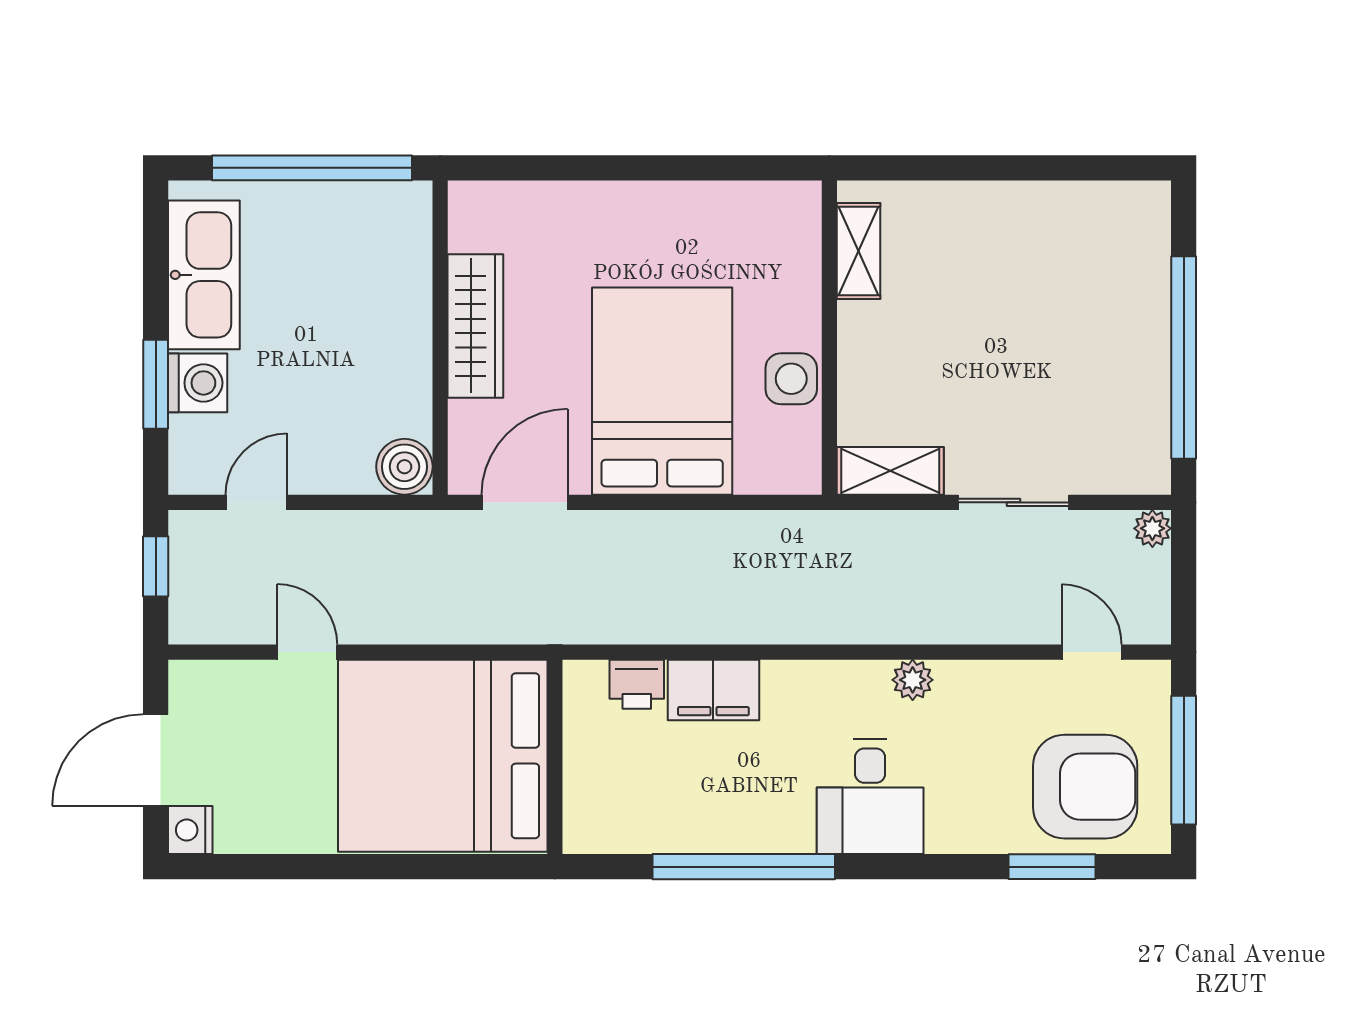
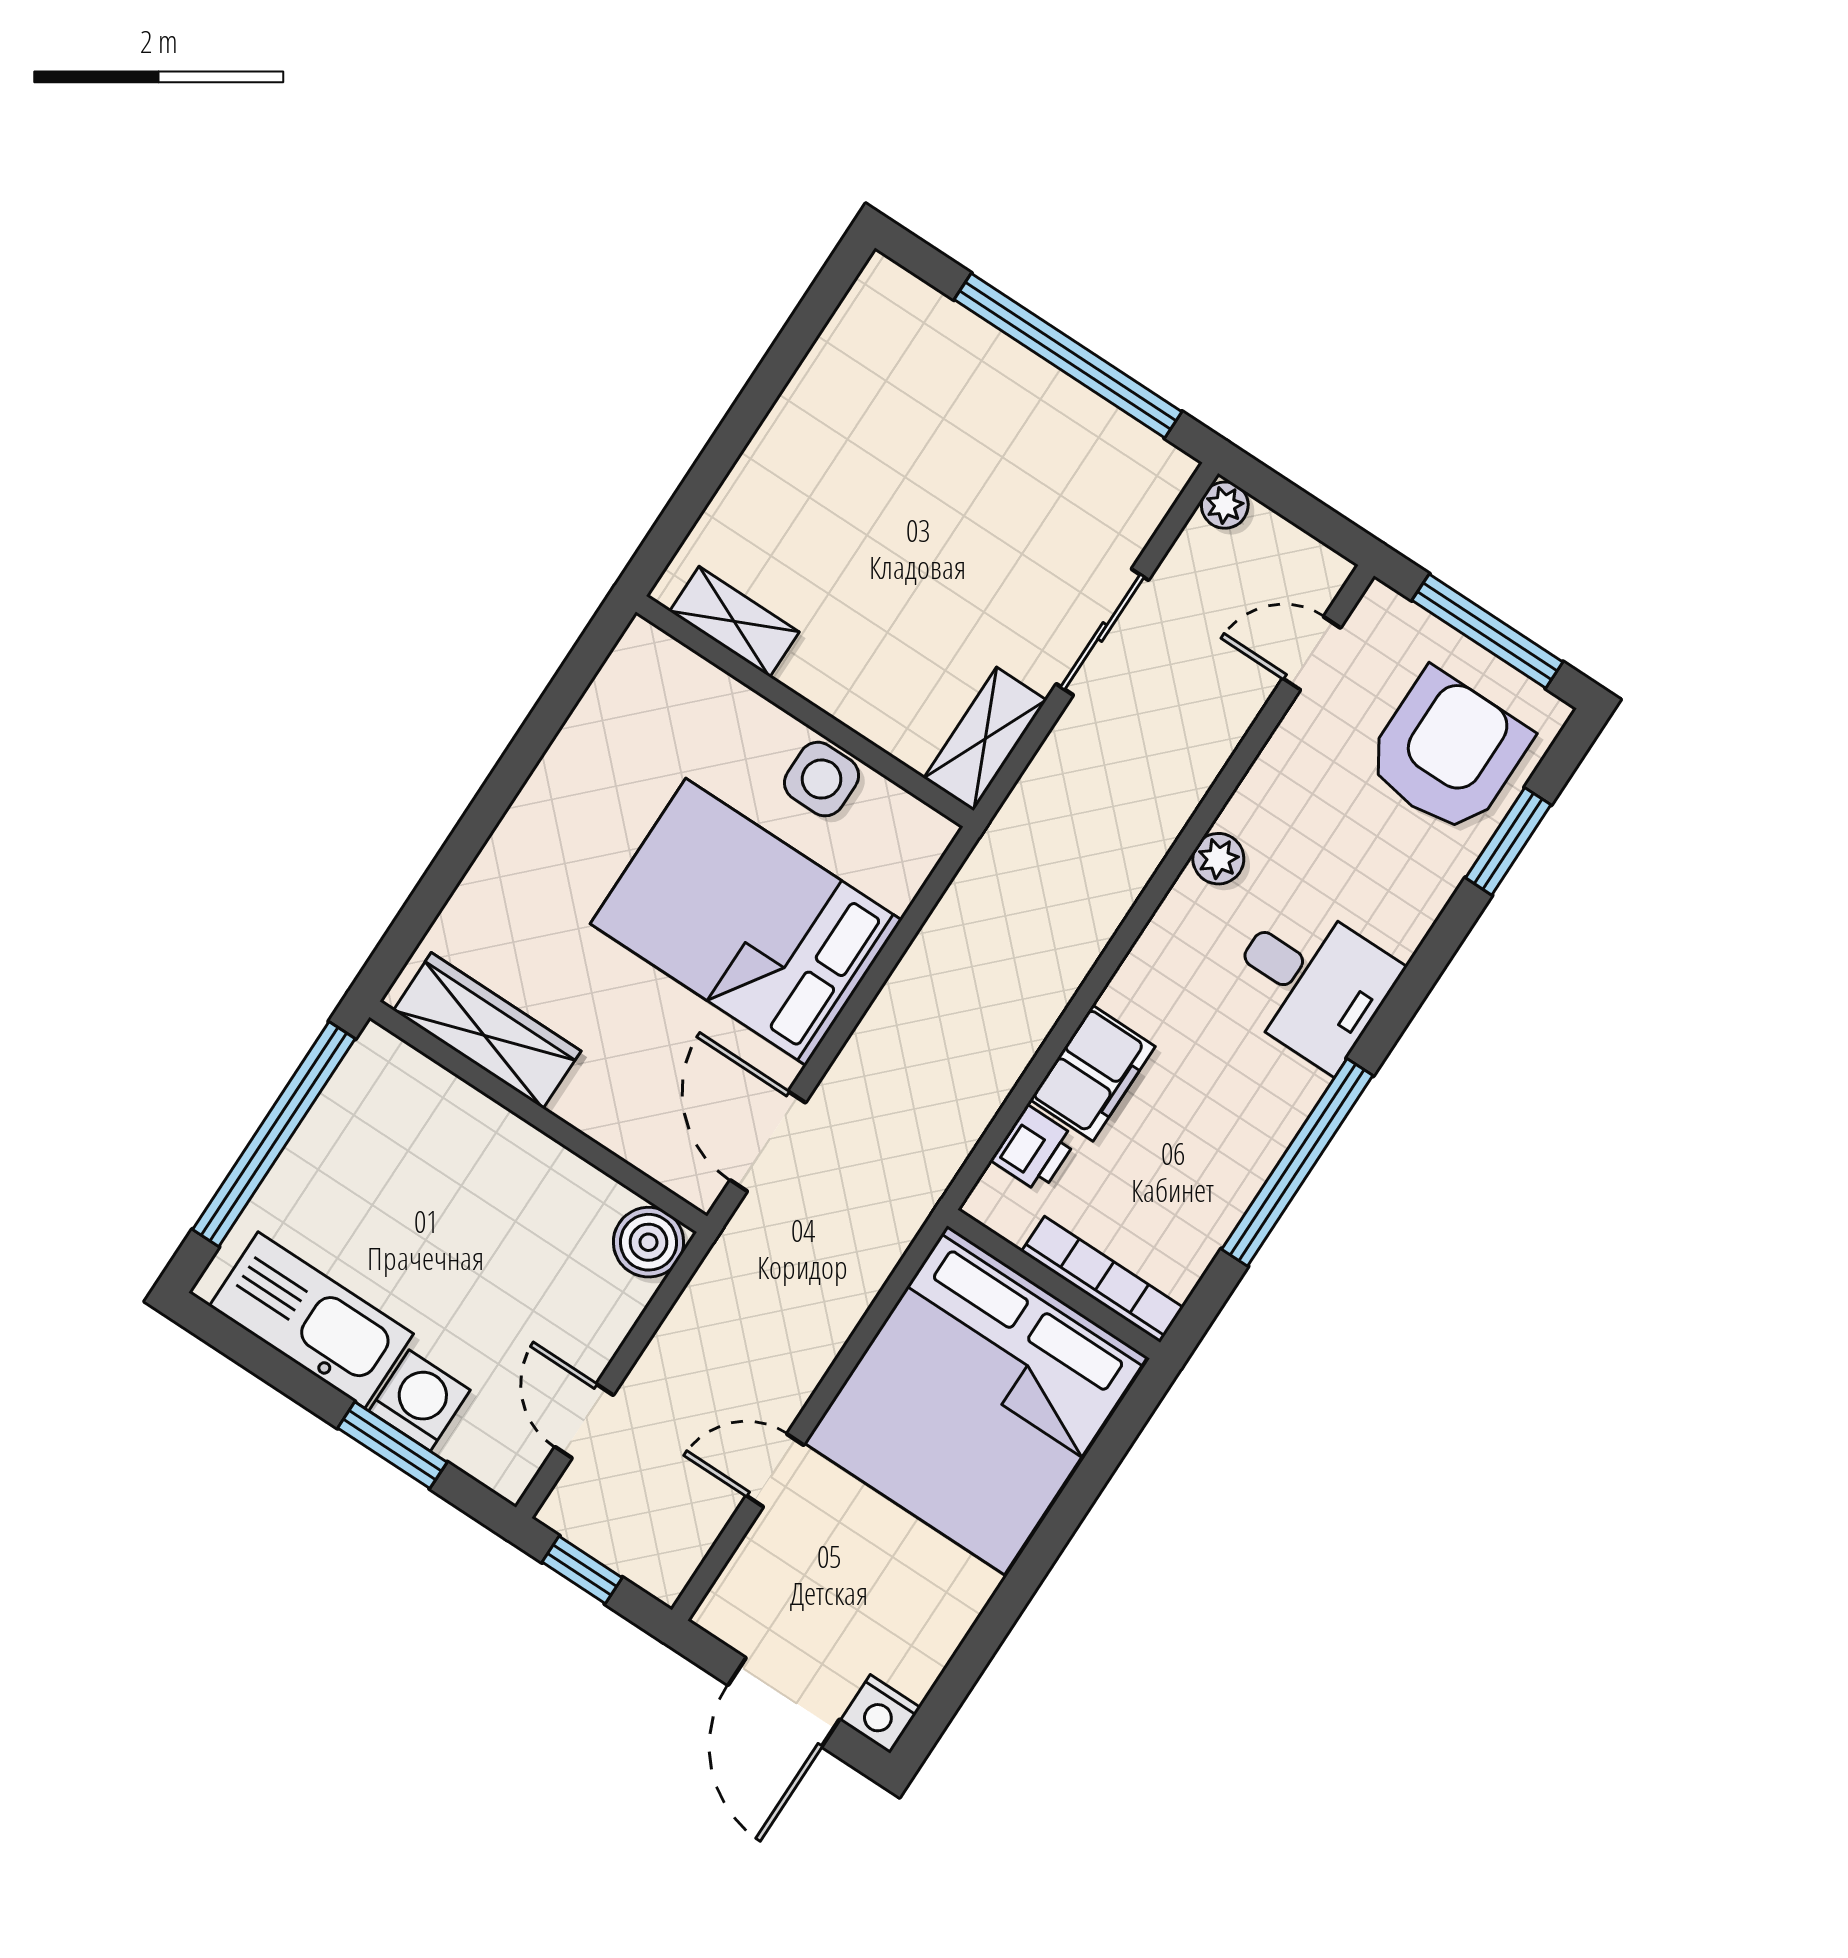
wardrobe: (475, 326) -> (487, 1031), moved
bookcase: (579, 787) -> (1102, 1279), added

